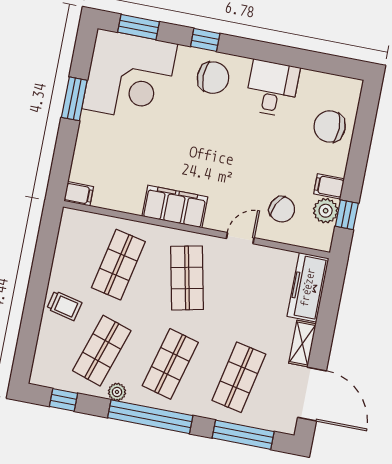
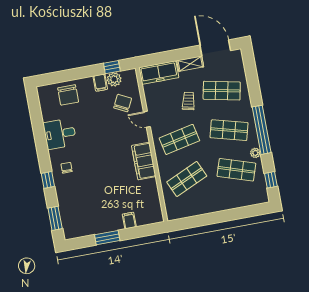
corner desk: (130, 76) -> (83, 213), removed
chair: (213, 78) -> (67, 168), width x0.54, depth x0.54
filing cabinet: (79, 194) -> (129, 220), moved
shop shelf: (118, 265) -> (187, 179), turned -36
trolley: (64, 306) -> (189, 101), moved
door: (312, 394) -> (215, 48), hinge flipped
window: (243, 435) -> (252, 76), removed

